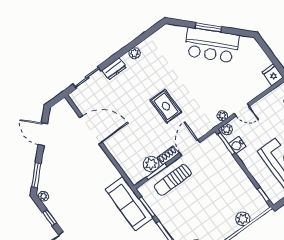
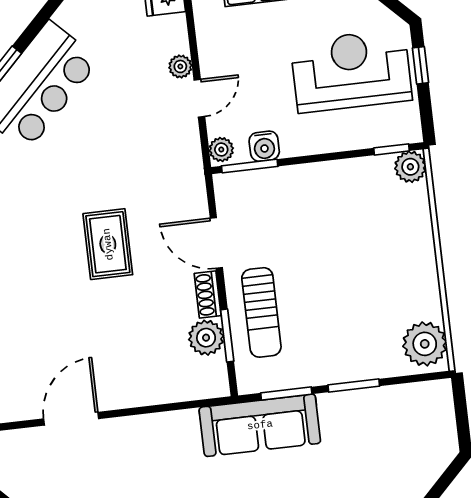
rug: (166, 106) -> (108, 244), turned 90
plant: (222, 116) -> (180, 66), moved
door: (91, 130) -> (71, 419), width x0.73
plant: (243, 219) -> (410, 167), moved

